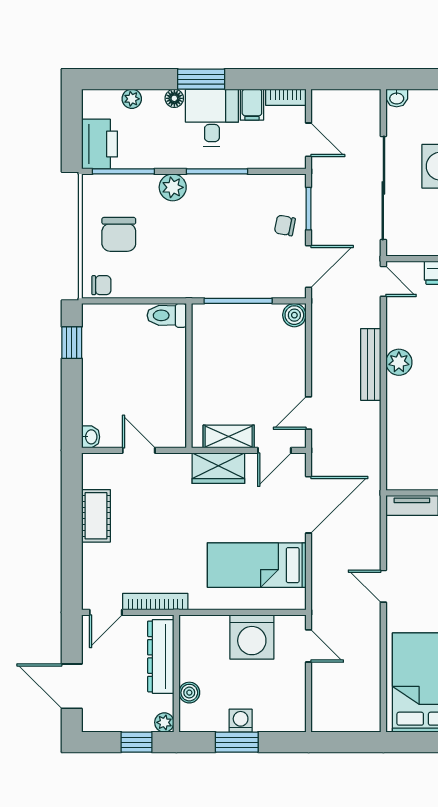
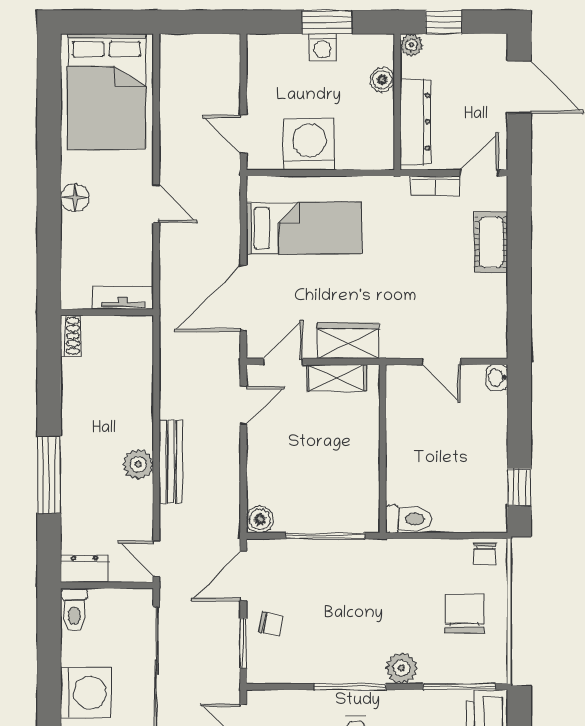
chair: (101, 285) -> (485, 554), turned -90
cot: (96, 516) -> (491, 242), moved
bookcase: (155, 602) -> (436, 186), width x0.64

